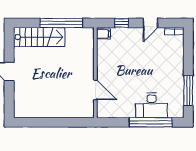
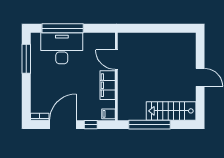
door: (150, 23) -> (63, 125), width x1.88
filing cabinet: (104, 64) -> (108, 85), added
desk: (152, 105) -> (62, 48), width x1.36, depth x1.30

